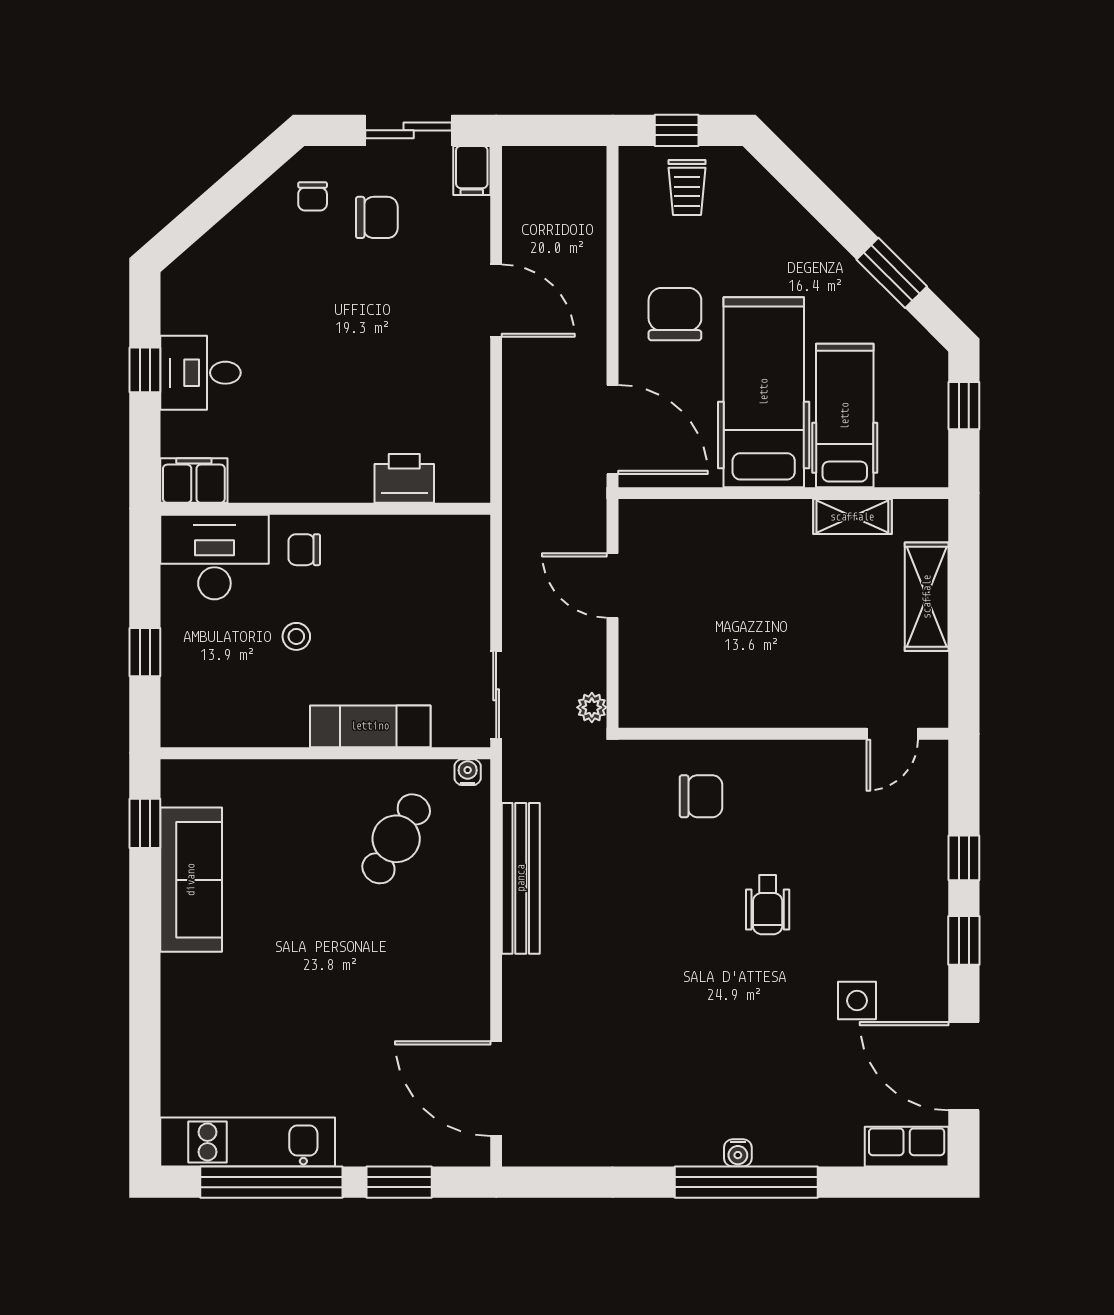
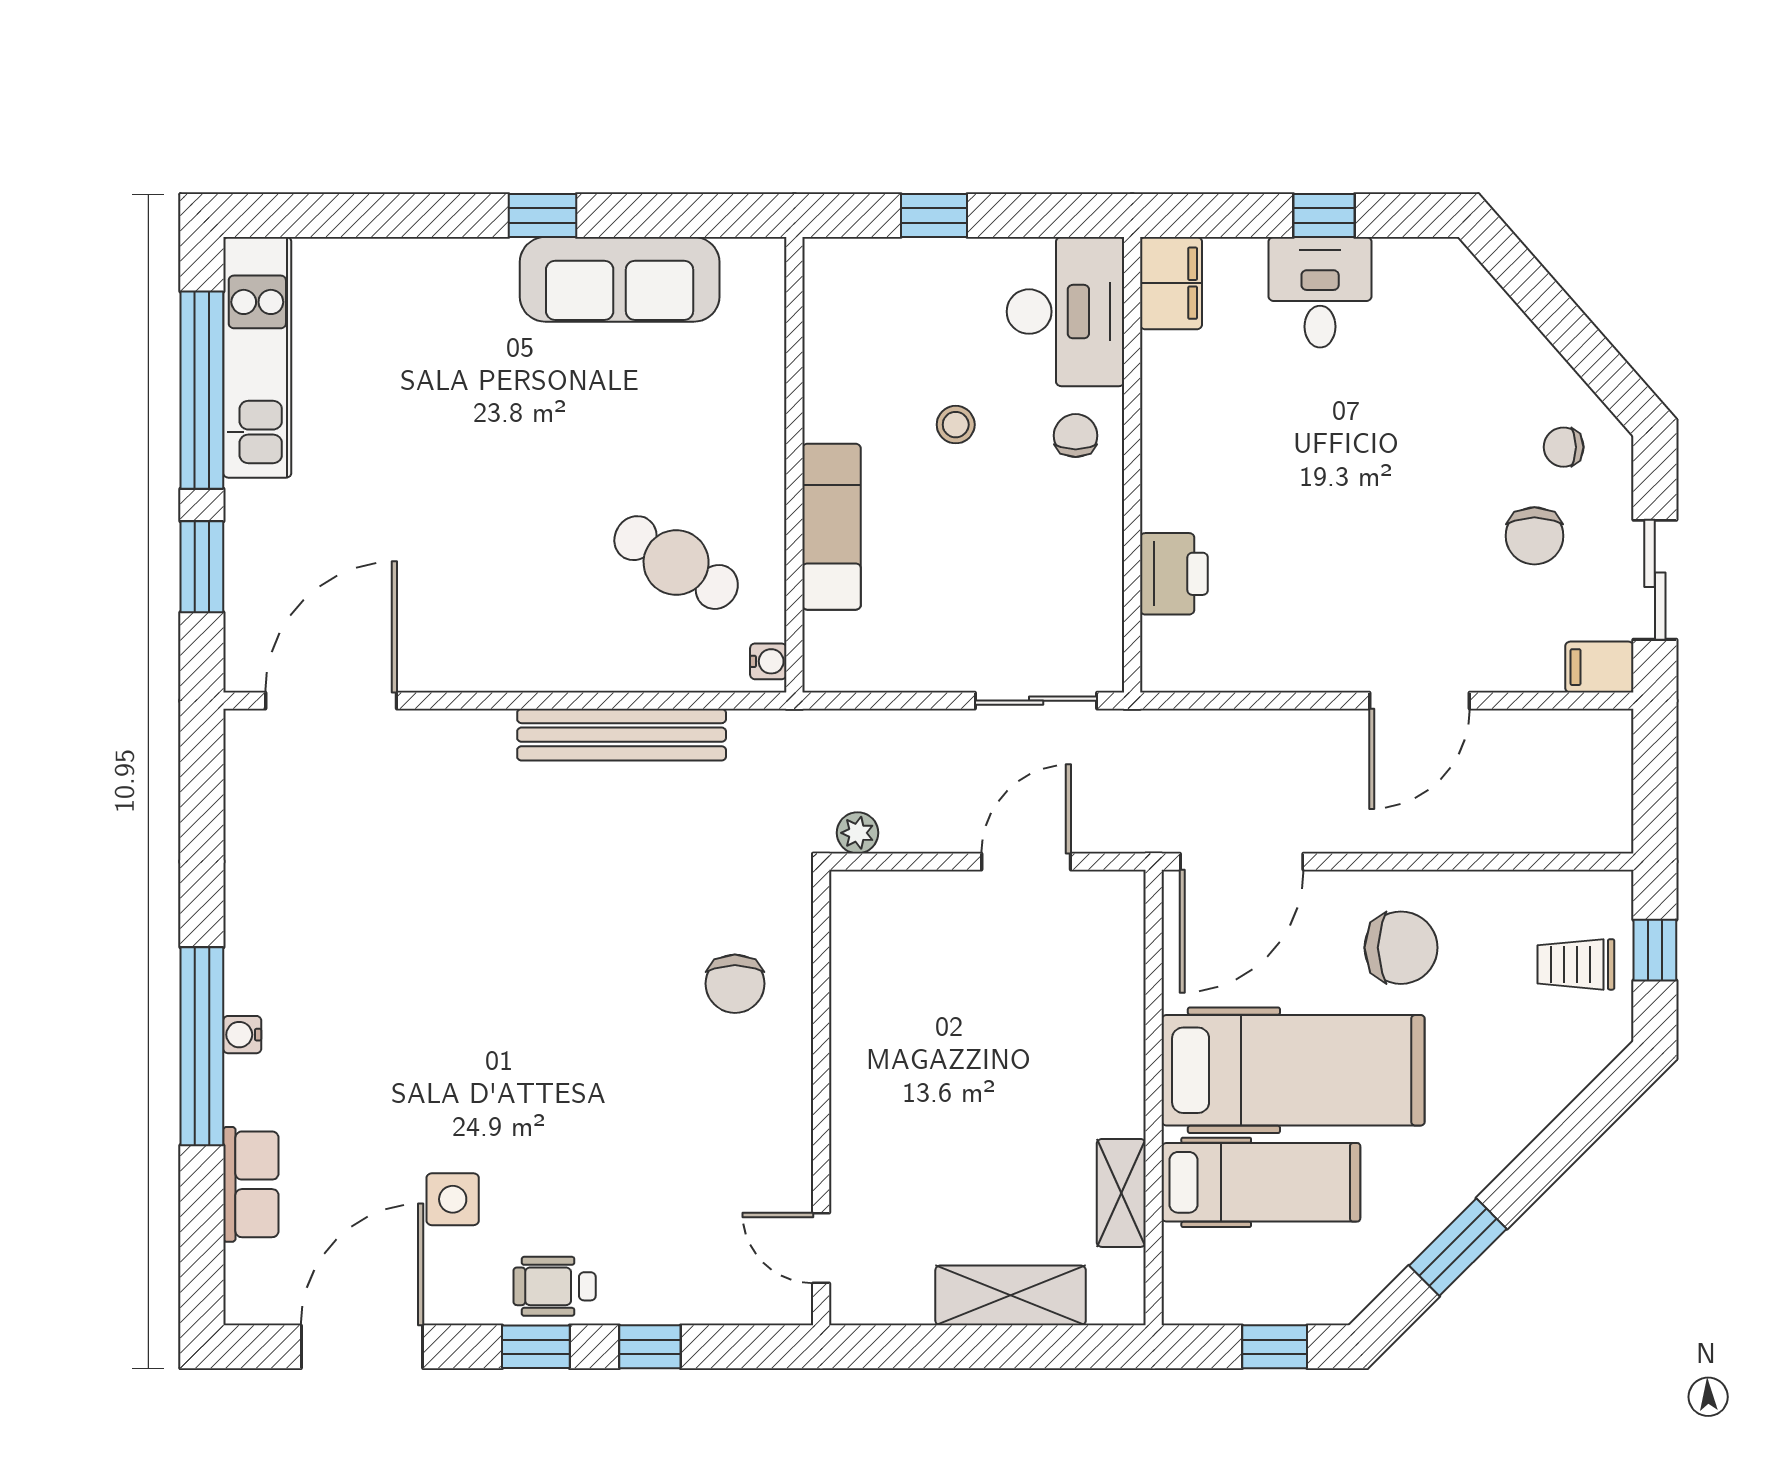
sliding door: (496, 695) -> (1036, 701), moved
window: (145, 823) -> (542, 215), moved
wheelchair: (768, 905) -> (555, 1286), moved
row of seats: (907, 1147) -> (251, 1184), moved

